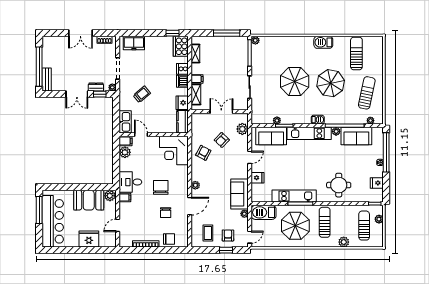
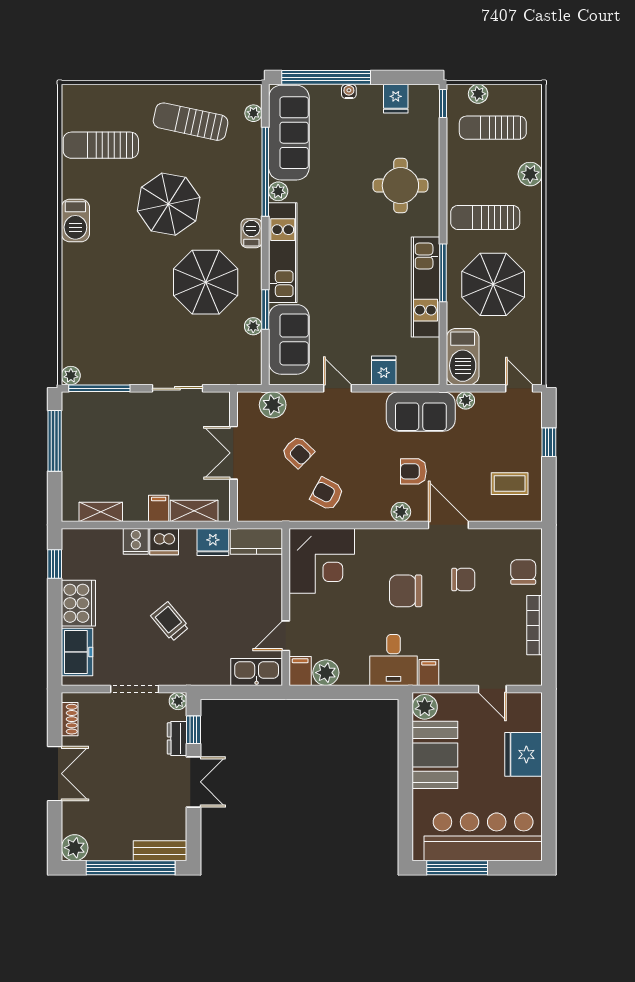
plant: (48, 42) -> (75, 848), added
cooker: (181, 46) -> (78, 603), moved, turned -90
parasol: (295, 82) -> (206, 282), moved
trolley: (142, 94) -> (170, 622), moved
sofa: (356, 136) -> (289, 133), width x1.36
armchair: (228, 235) -> (413, 471), moved

